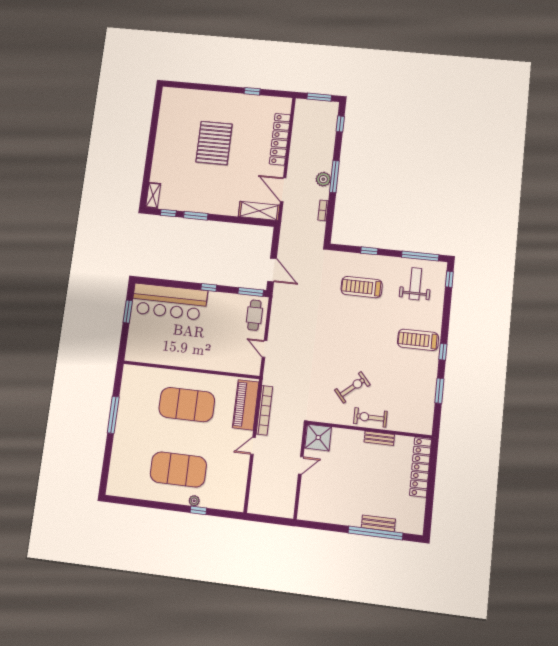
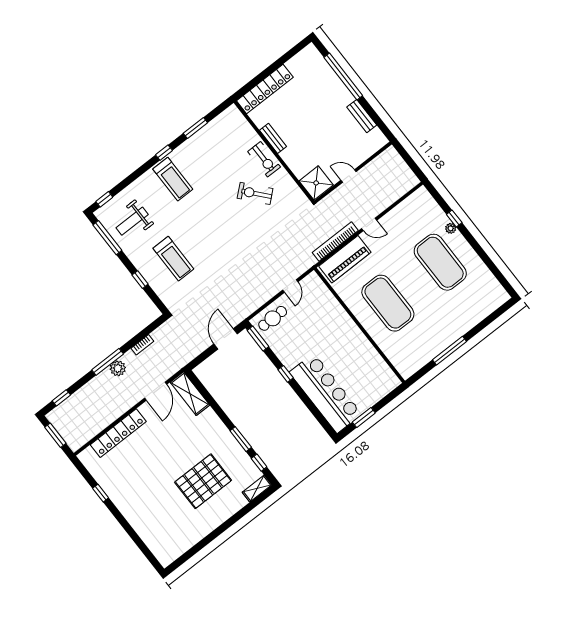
pallet: (214, 143) -> (203, 481), moved
bench: (378, 523) -> (362, 116), moved

